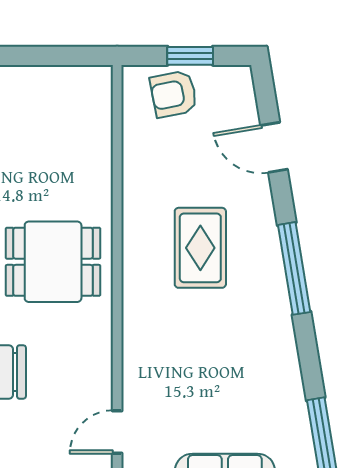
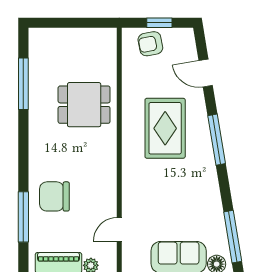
rug: (200, 248) -> (165, 128), width x1.36, depth x1.43
dining table: (53, 262) -> (84, 105), moved

